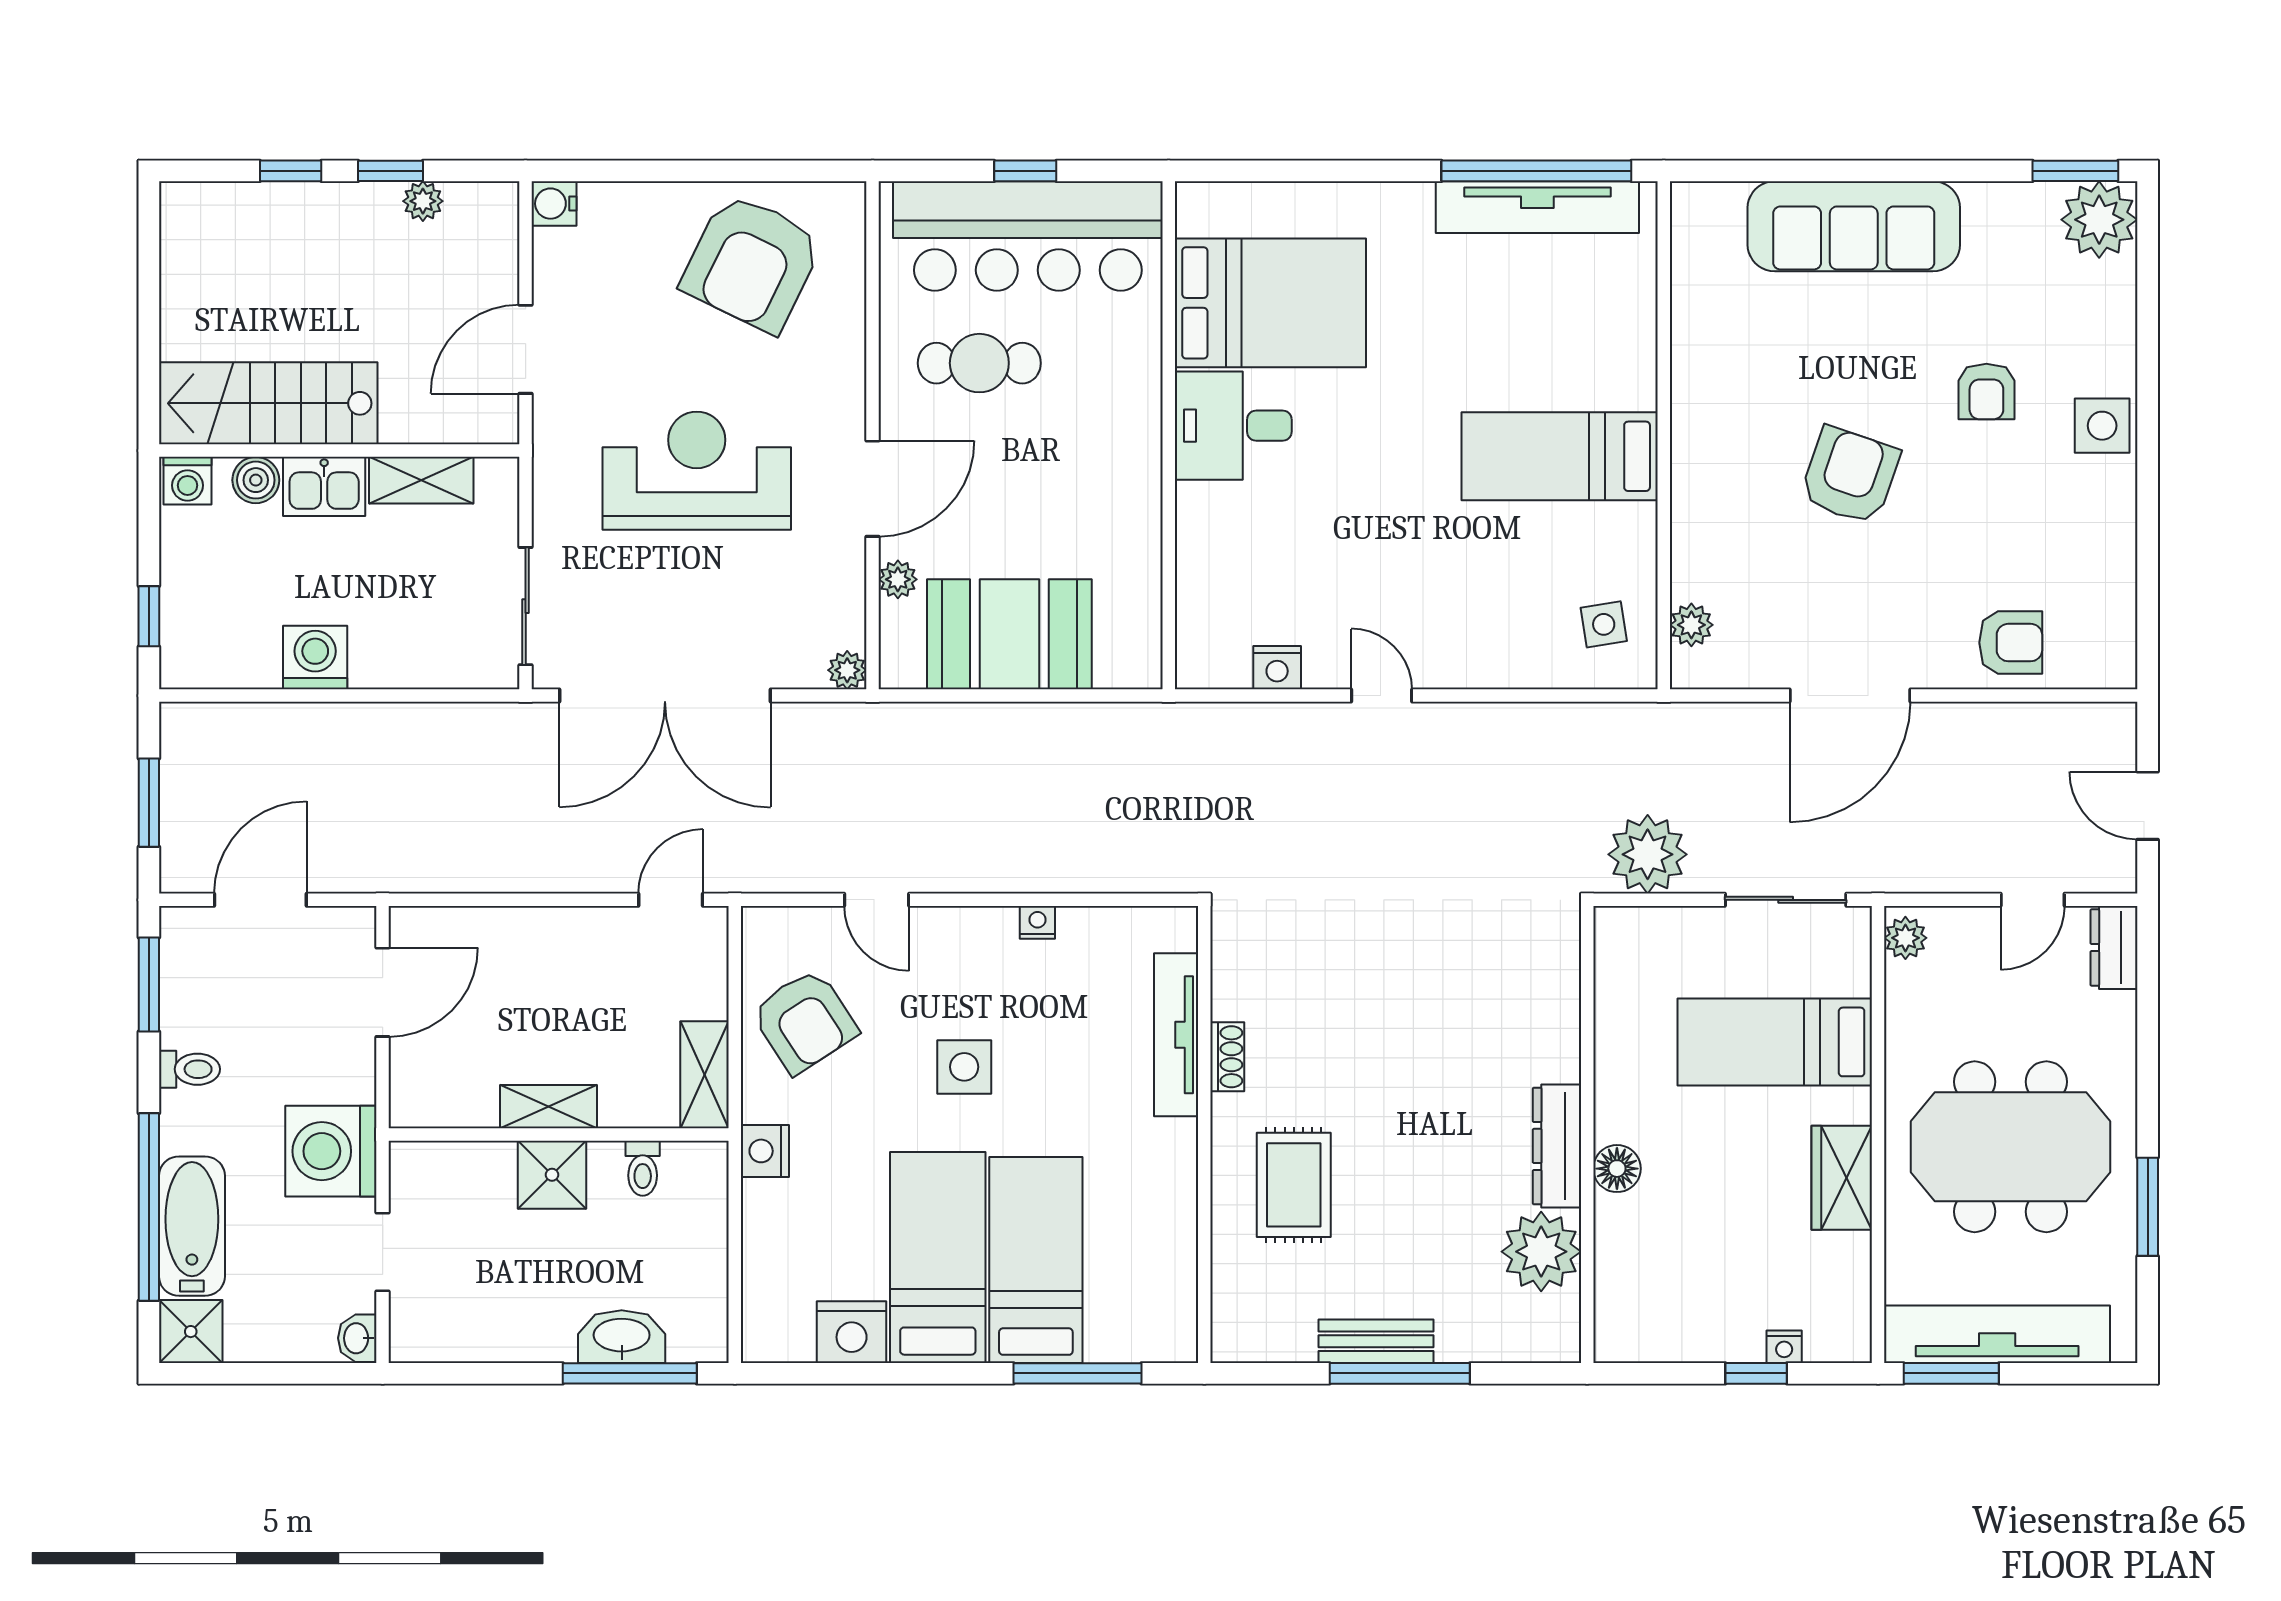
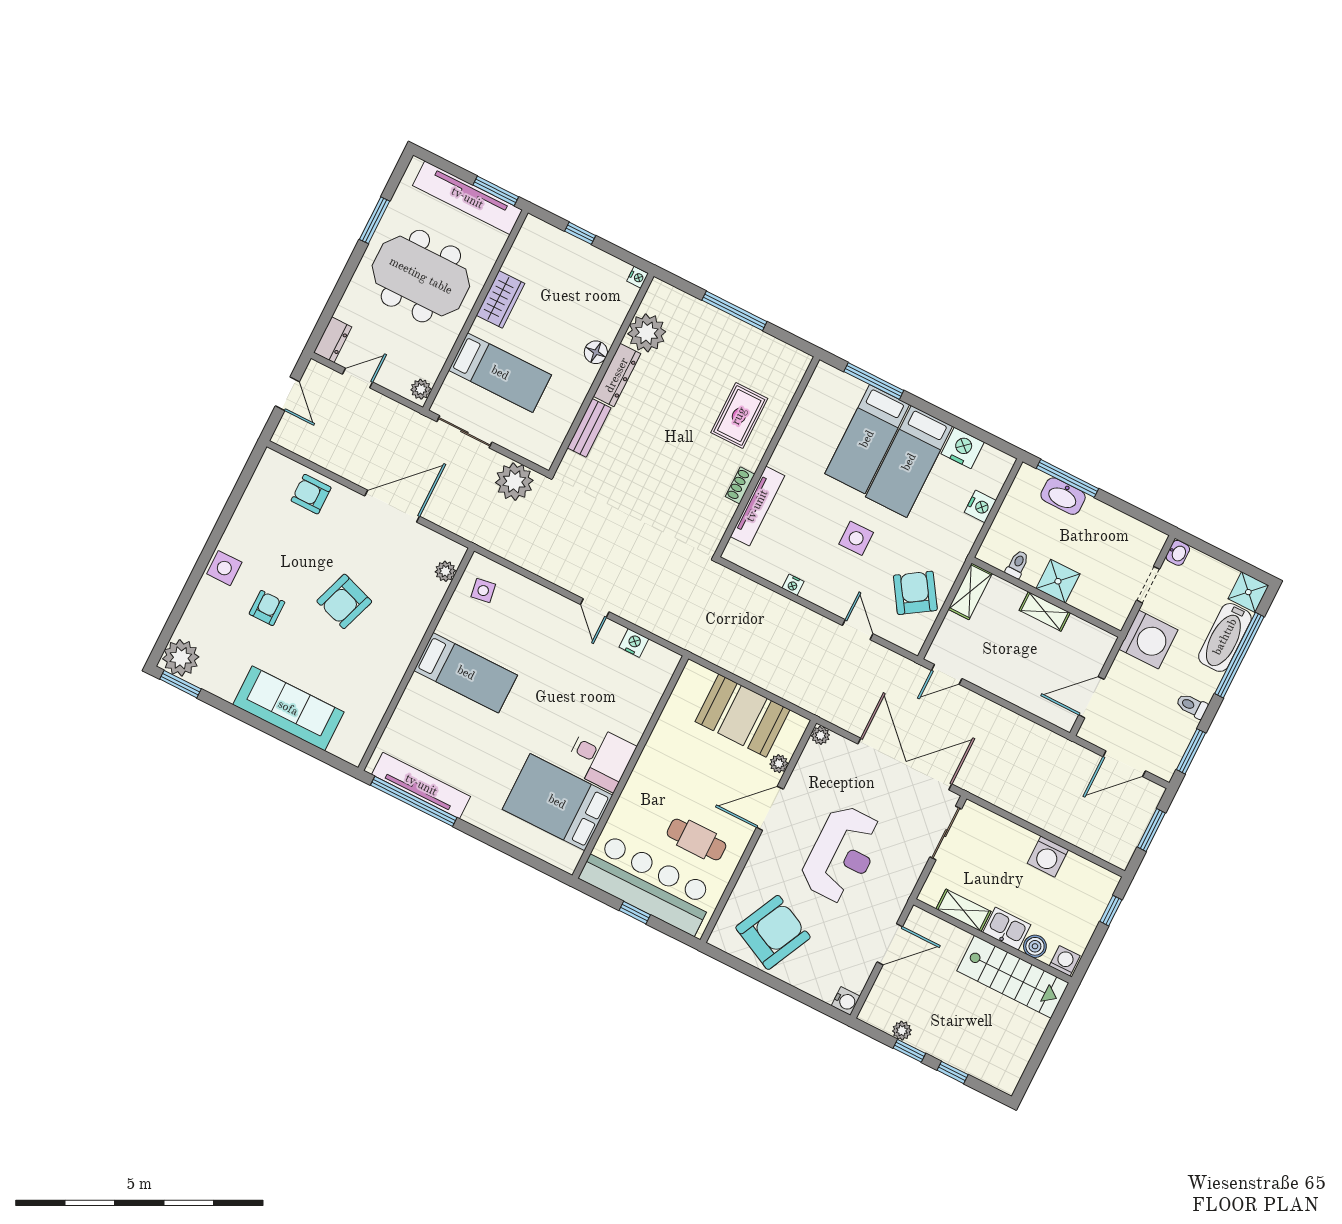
reception desk: (697, 471) -> (842, 854), turned -90
nightstand: (765, 1151) -> (980, 506), moved
bench: (1376, 1341) -> (589, 428), moved, turned 90
nightstand: (1784, 1347) -> (637, 277), moved, turned 90

